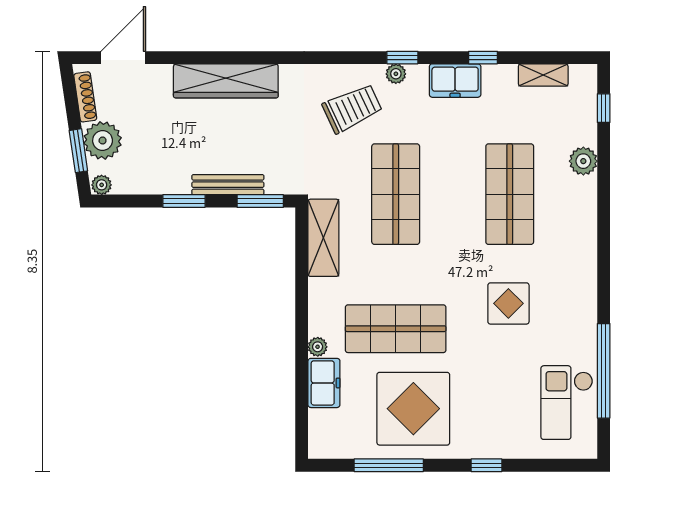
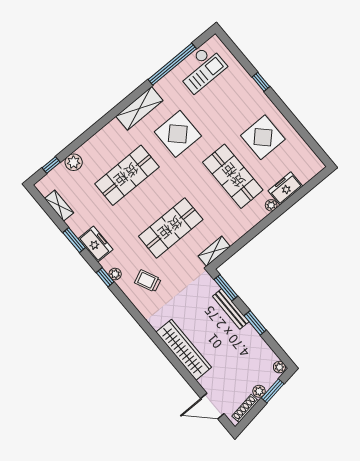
window: (483, 58) -> (74, 240), width x1.50
trolley: (352, 108) -> (148, 281), width x0.73, depth x0.72
plant: (103, 140) -> (259, 391), width x0.53, depth x0.53
plant: (583, 161) -> (74, 162), moved
shelving: (323, 238) -> (214, 251), width x0.67, depth x0.75
shelving: (582, 282) -> (139, 108), added
display table: (508, 303) -> (178, 134), width x1.36, depth x1.36
display table: (413, 409) -> (263, 137), width x0.73, depth x0.73
window: (389, 465) -> (298, 127), removed

